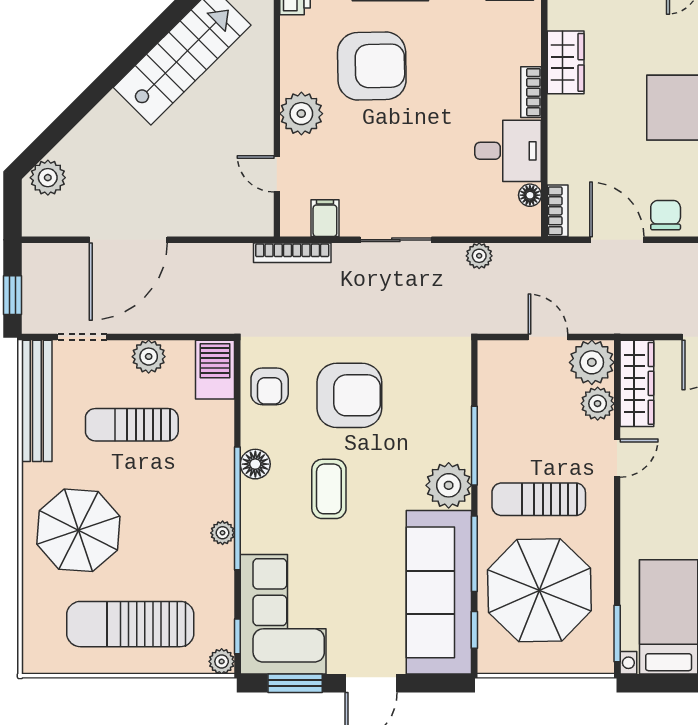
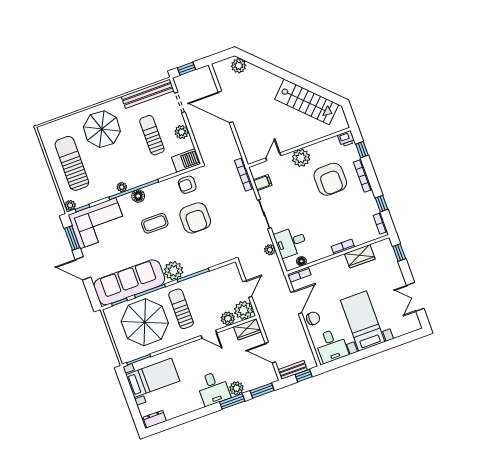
desk: (508, 151) -> (291, 242), moved, turned 90
wardrobe: (637, 383) -> (247, 329), width x0.67
floor lamp: (255, 464) -> (138, 196), moved

